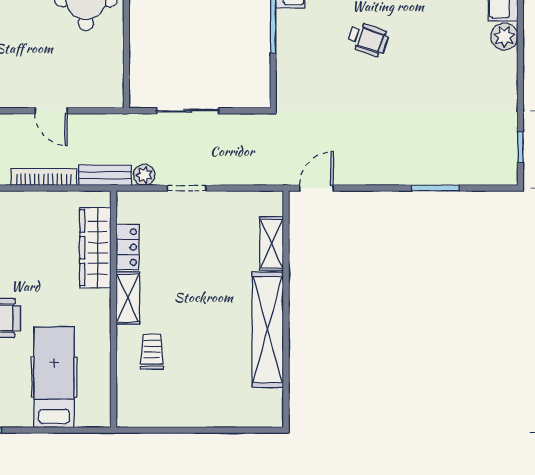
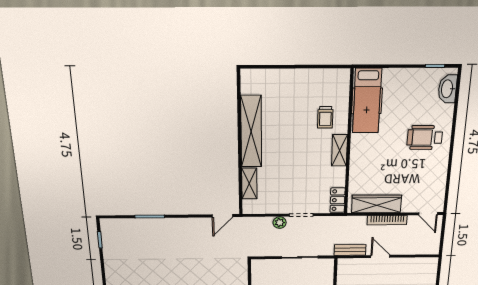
bench: (105, 175) -> (350, 250), moved
plant: (144, 175) -> (280, 223), moved
locker: (128, 247) -> (338, 200), moved
wardrobe: (95, 248) -> (376, 204), moved, turned -90
hospital bed: (54, 377) -> (367, 101), moved

